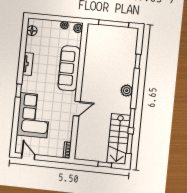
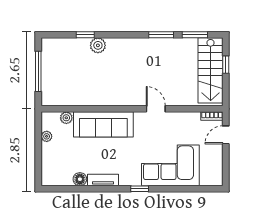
plant: (78, 28) -> (66, 118), moved
floor lamp: (32, 31) -> (80, 179), moved
plant: (127, 91) -> (98, 45), moved
stairs: (118, 139) -> (211, 70), moved, turned 90
door: (28, 156) -> (226, 135), moved

